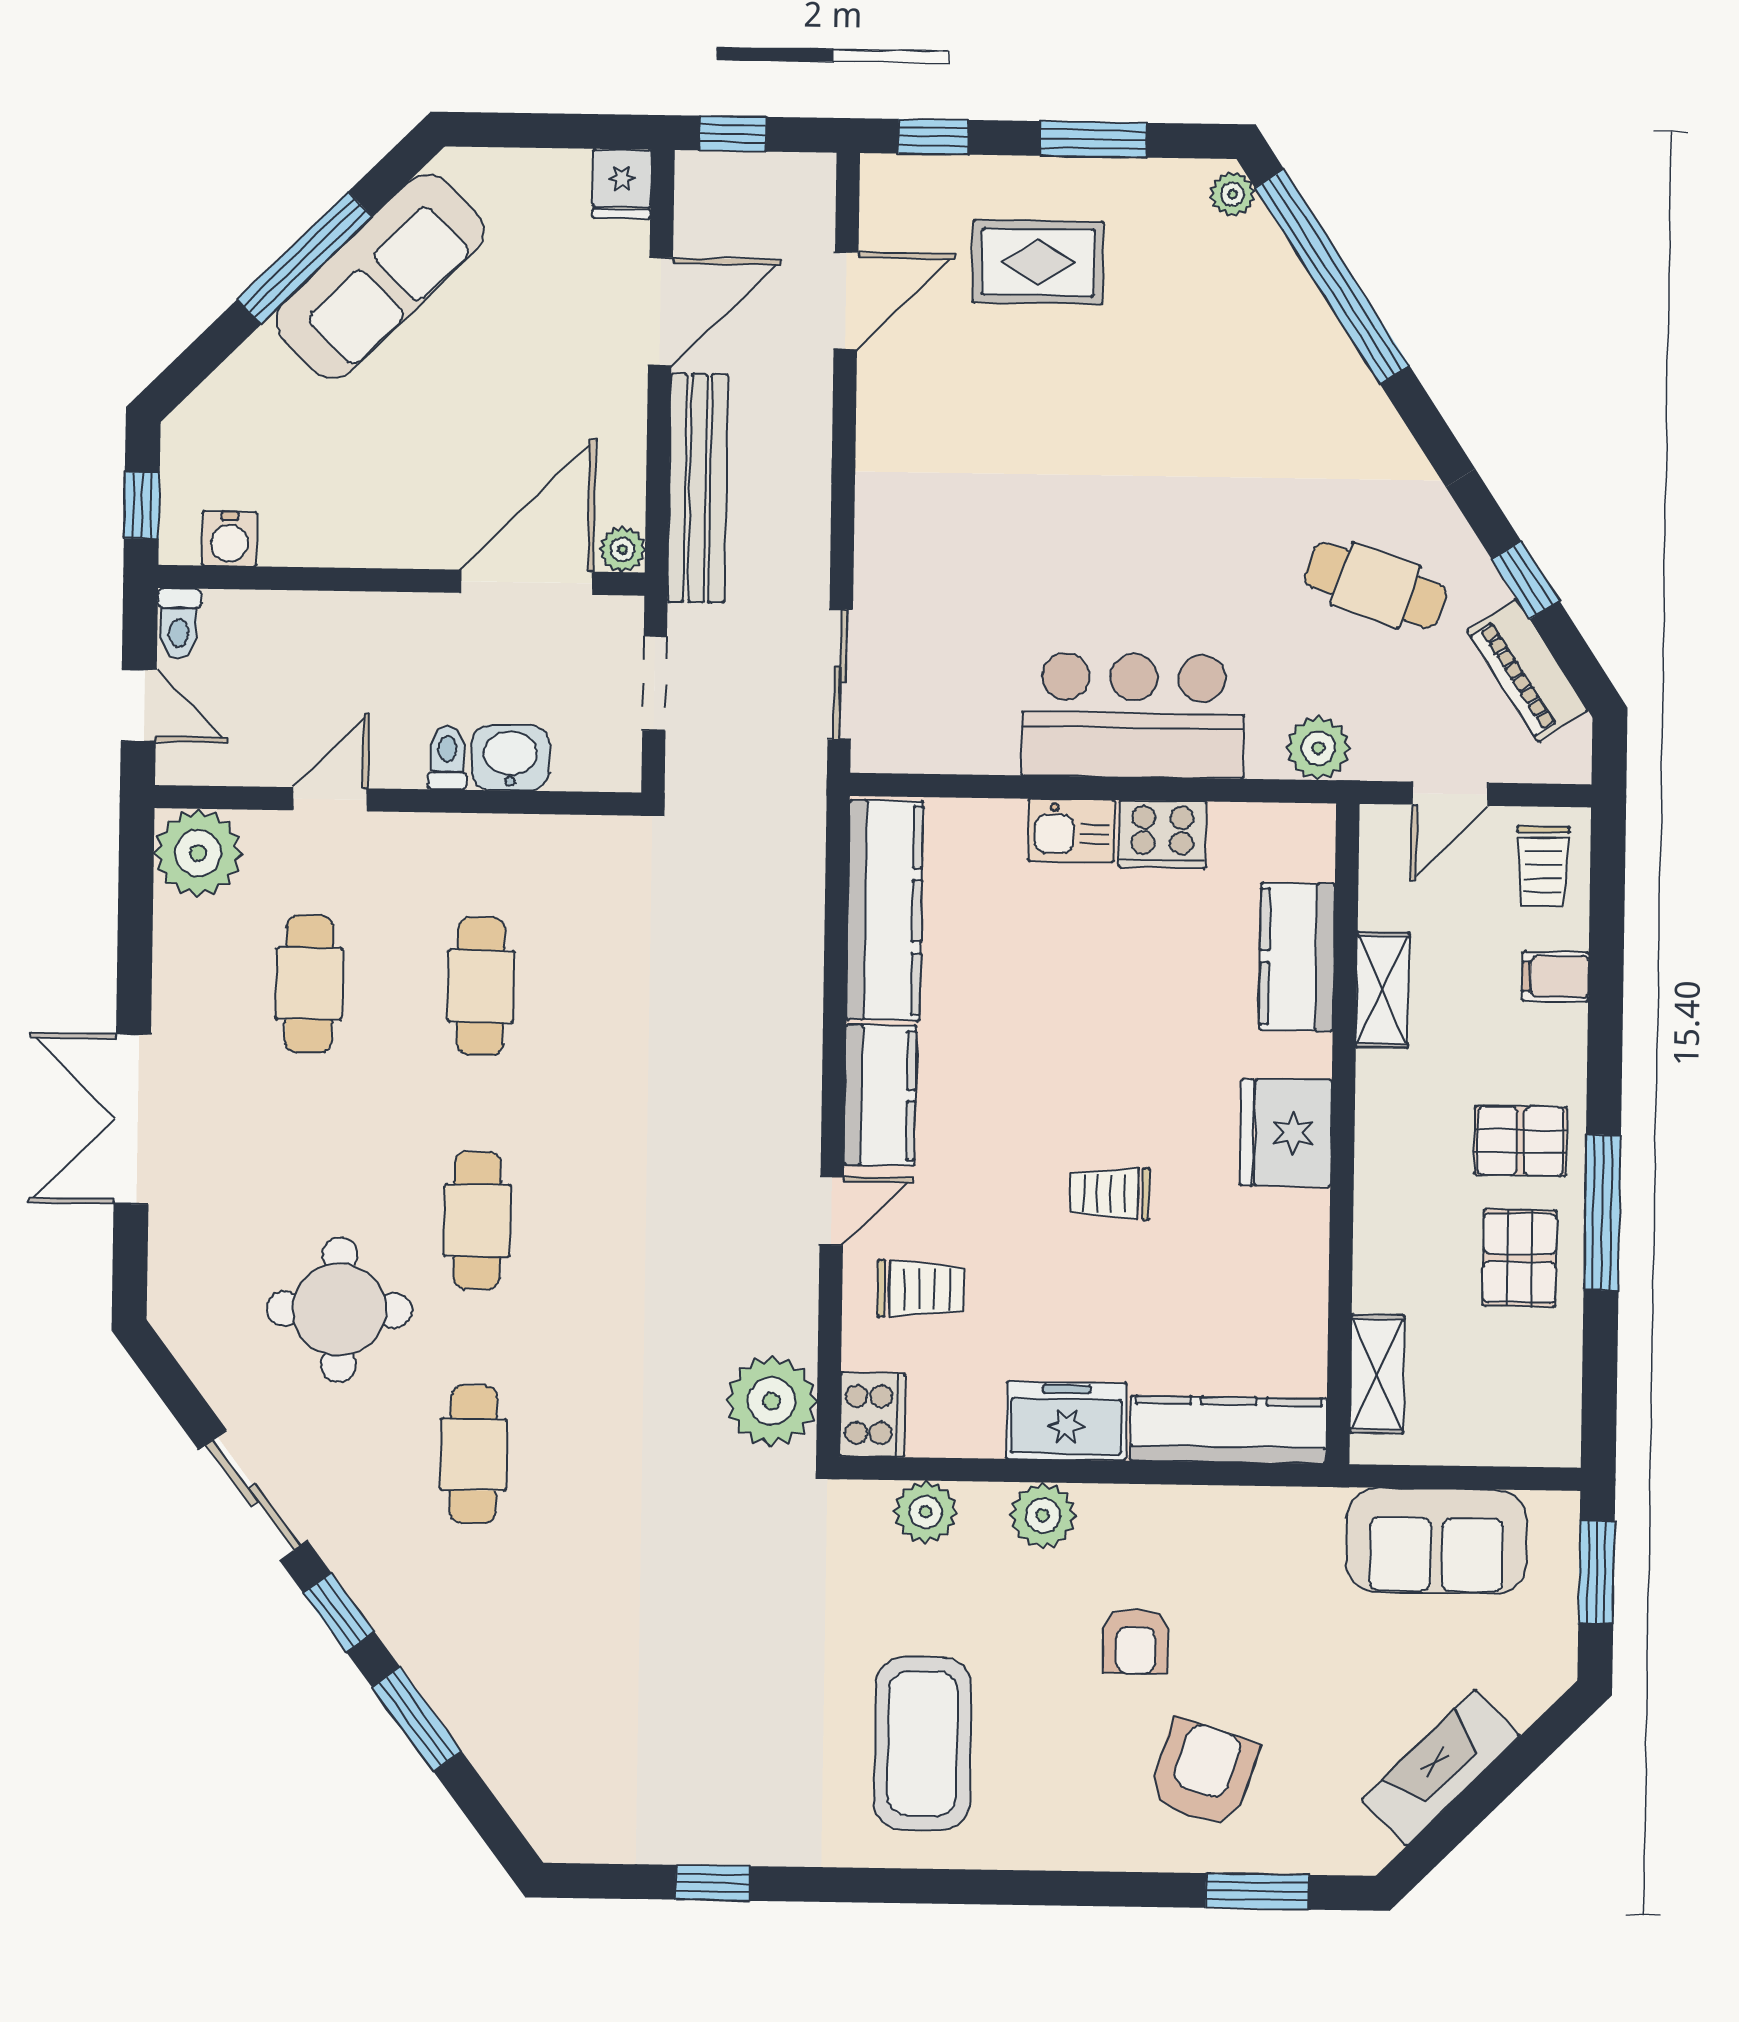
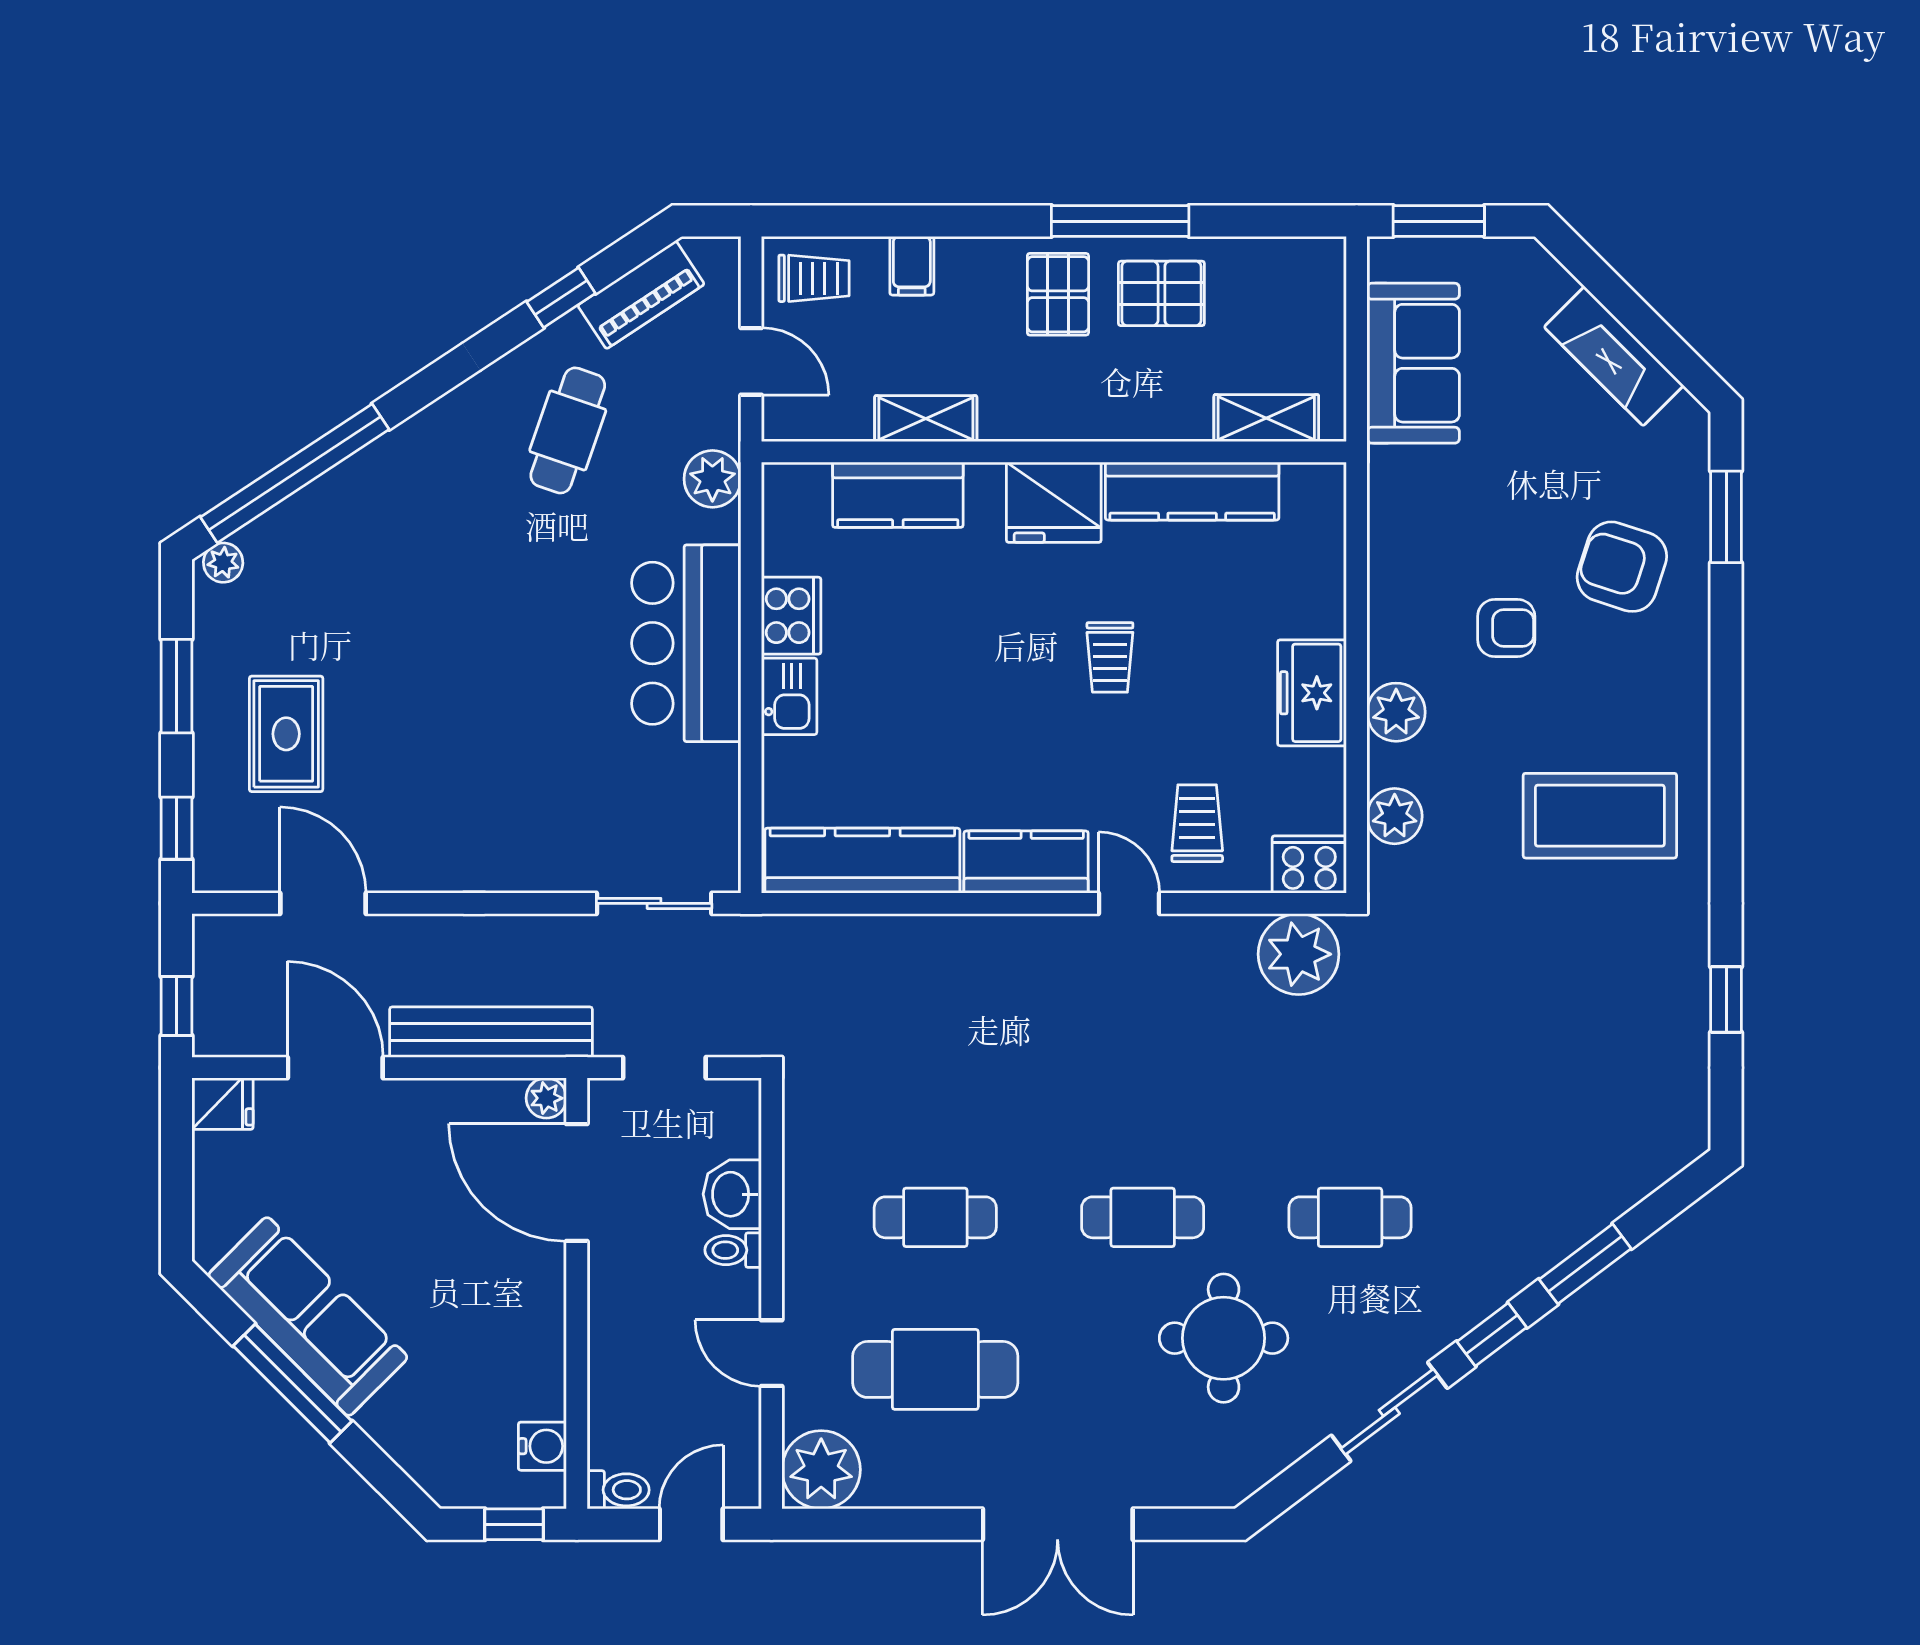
cafe table: (309, 984) -> (935, 1369), width x1.37, depth x1.35
kitchen counter: (1229, 1430) -> (1192, 491), moved, turned -90

